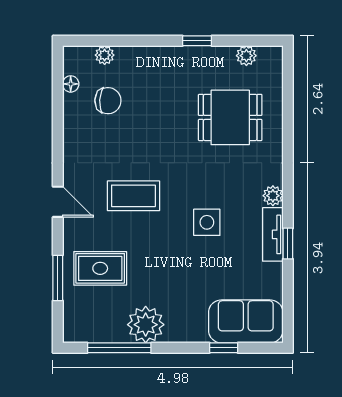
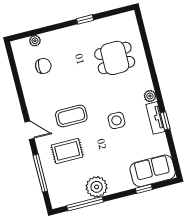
plant: (246, 56) -> (115, 21), removed
floor lamp: (71, 84) -> (20, 62), removed
rug: (100, 268) -> (67, 151), moved
window: (58, 278) -> (40, 173), width x1.44

